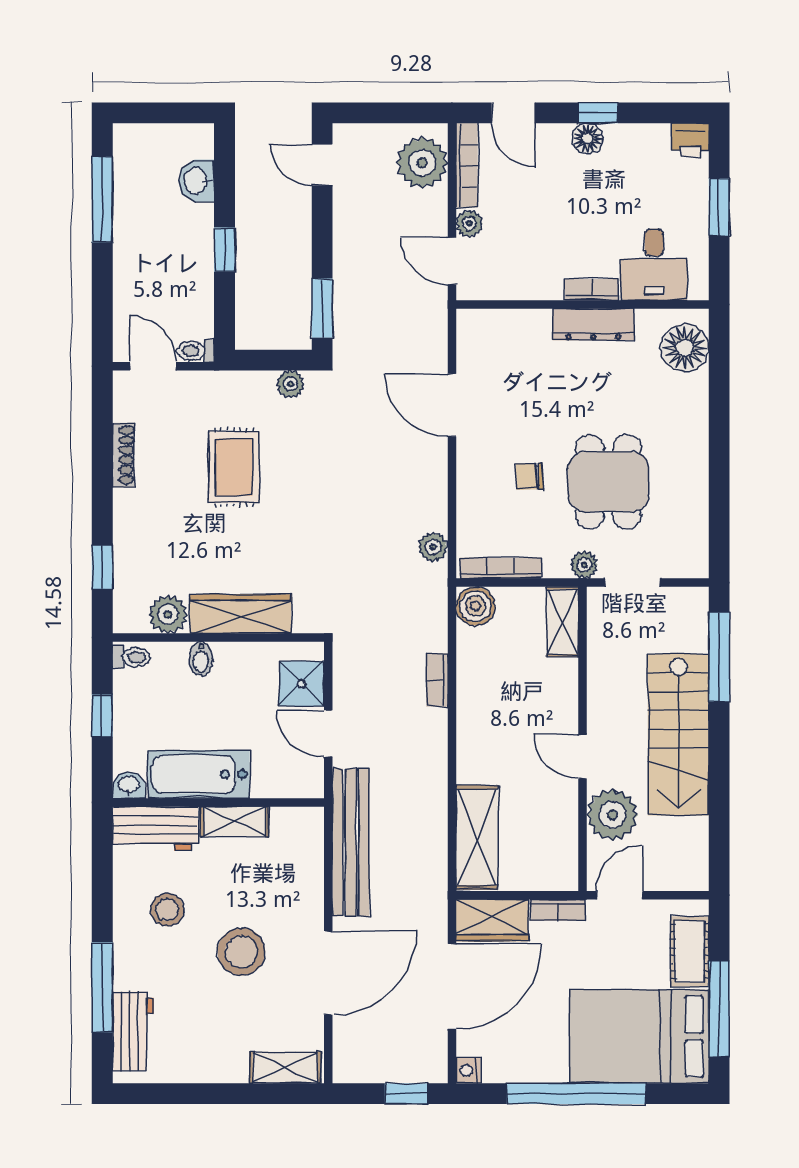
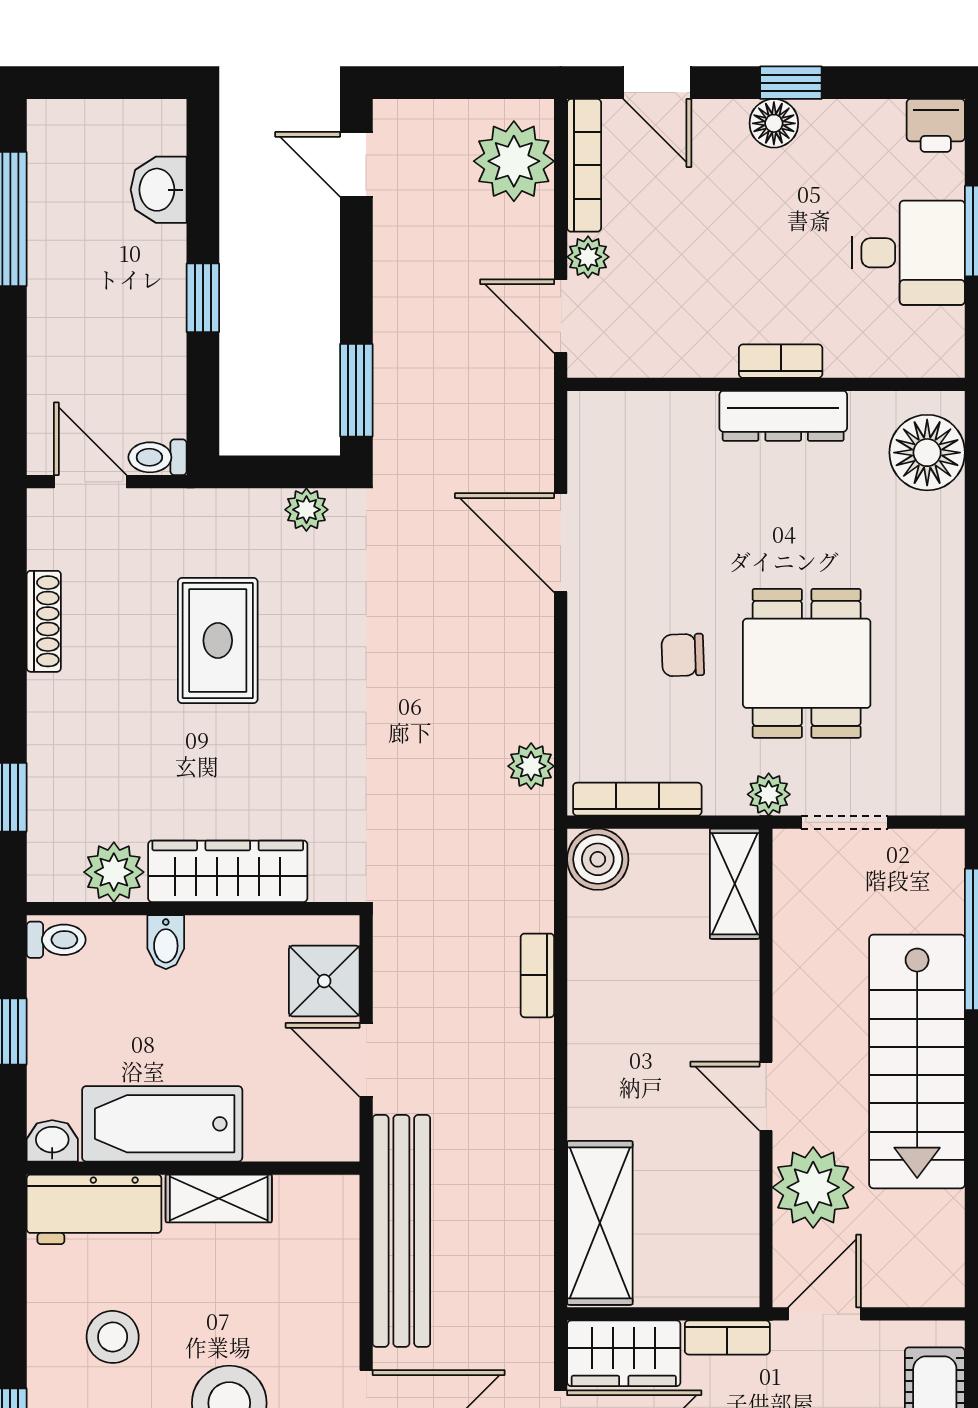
desk: (654, 265) -> (909, 253), moved, turned -90

